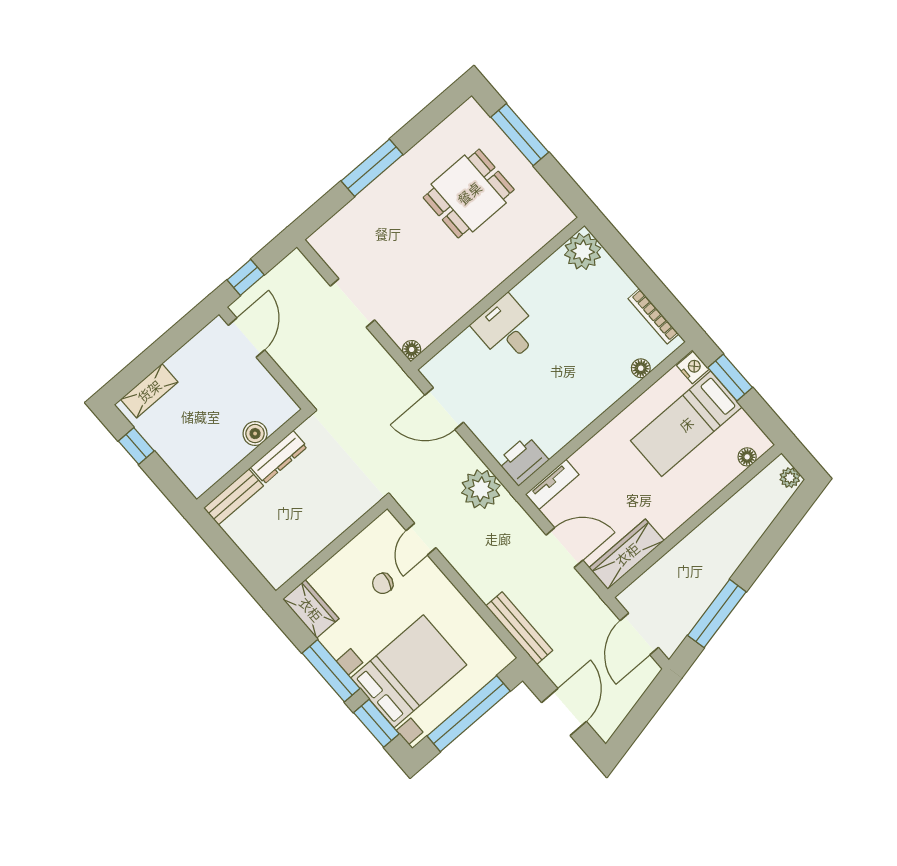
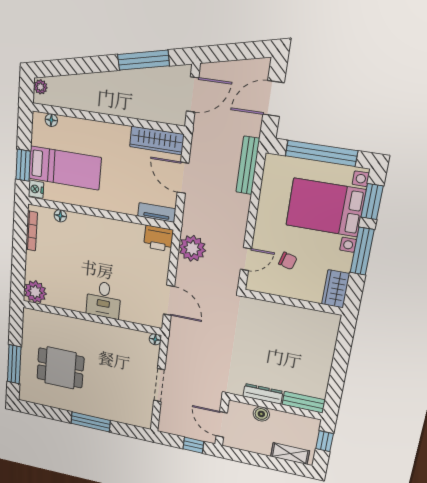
door: (246, 338) -> (222, 424), hinge flipped
boiler: (255, 434) -> (261, 414), moved
dresser: (279, 457) -> (263, 394), moved
wall: (252, 458) -> (275, 406), moved
bench: (234, 497) -> (303, 402), moved

